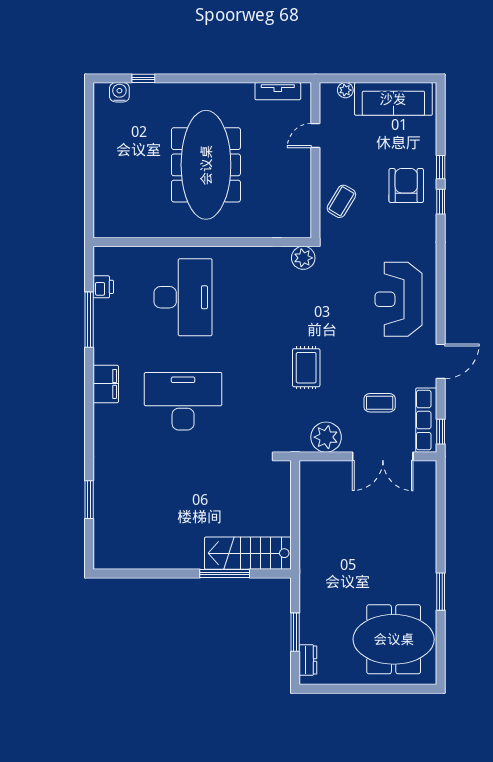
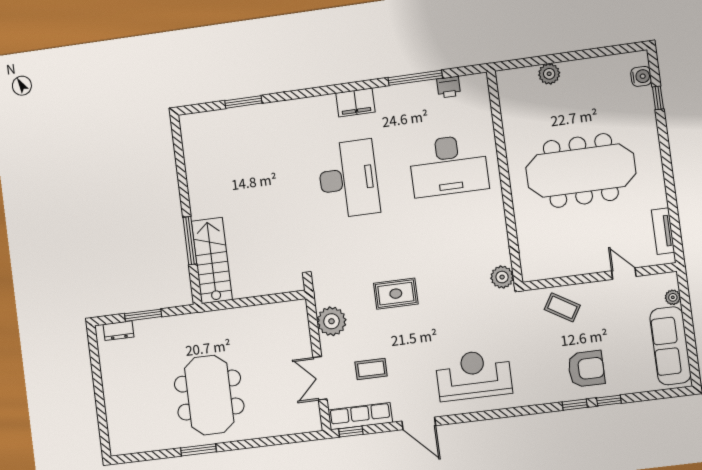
plant: (104, 184) -> (549, 74), added
coffee table: (380, 403) -> (371, 369), turned 90
double door: (383, 456) -> (320, 378), width x0.73
meeting table: (394, 639) -> (209, 395), moved

